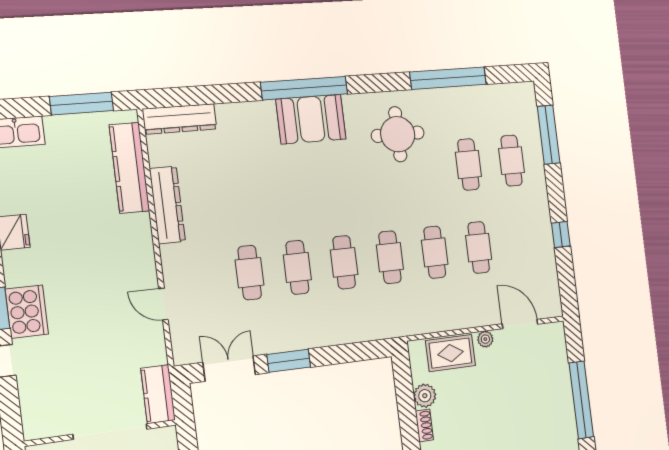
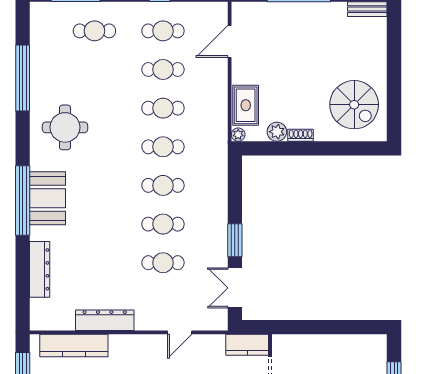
dresser: (180, 119) -> (40, 269), moved
cafe table: (468, 164) -> (163, 31), moved
plant: (485, 339) -> (238, 135), moved

